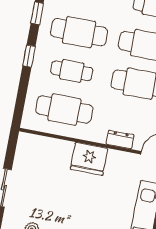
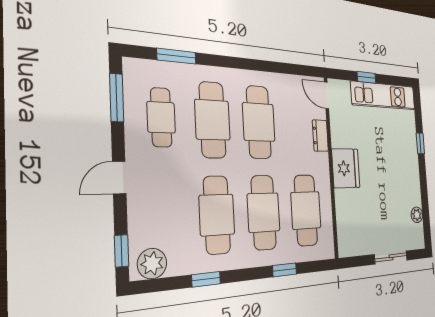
window: (29, 56) -> (285, 270), moved
cafe table: (72, 71) -> (264, 212), width x1.37, depth x1.35

